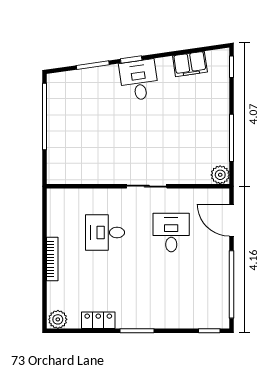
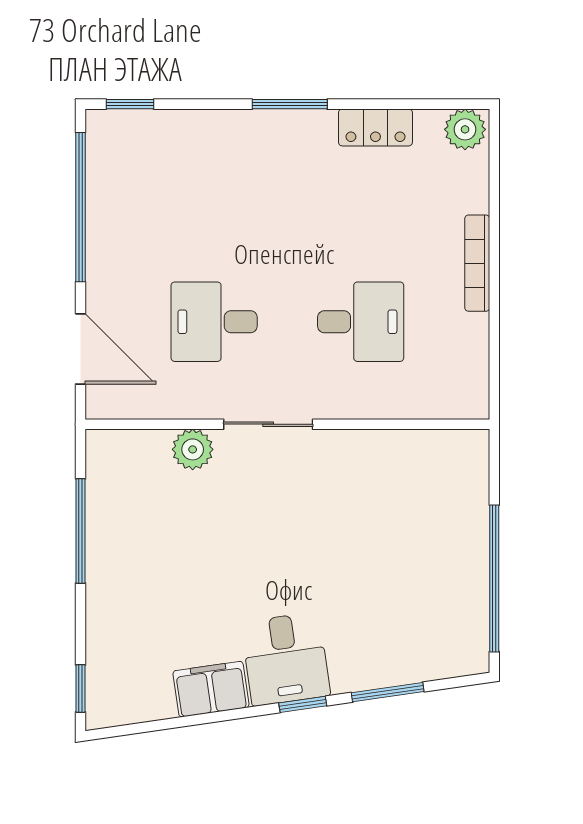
filing cabinet: (190, 64) -> (211, 689), moved
plant: (220, 175) -> (193, 449), moved
desk: (171, 232) -> (214, 322), turned 90

